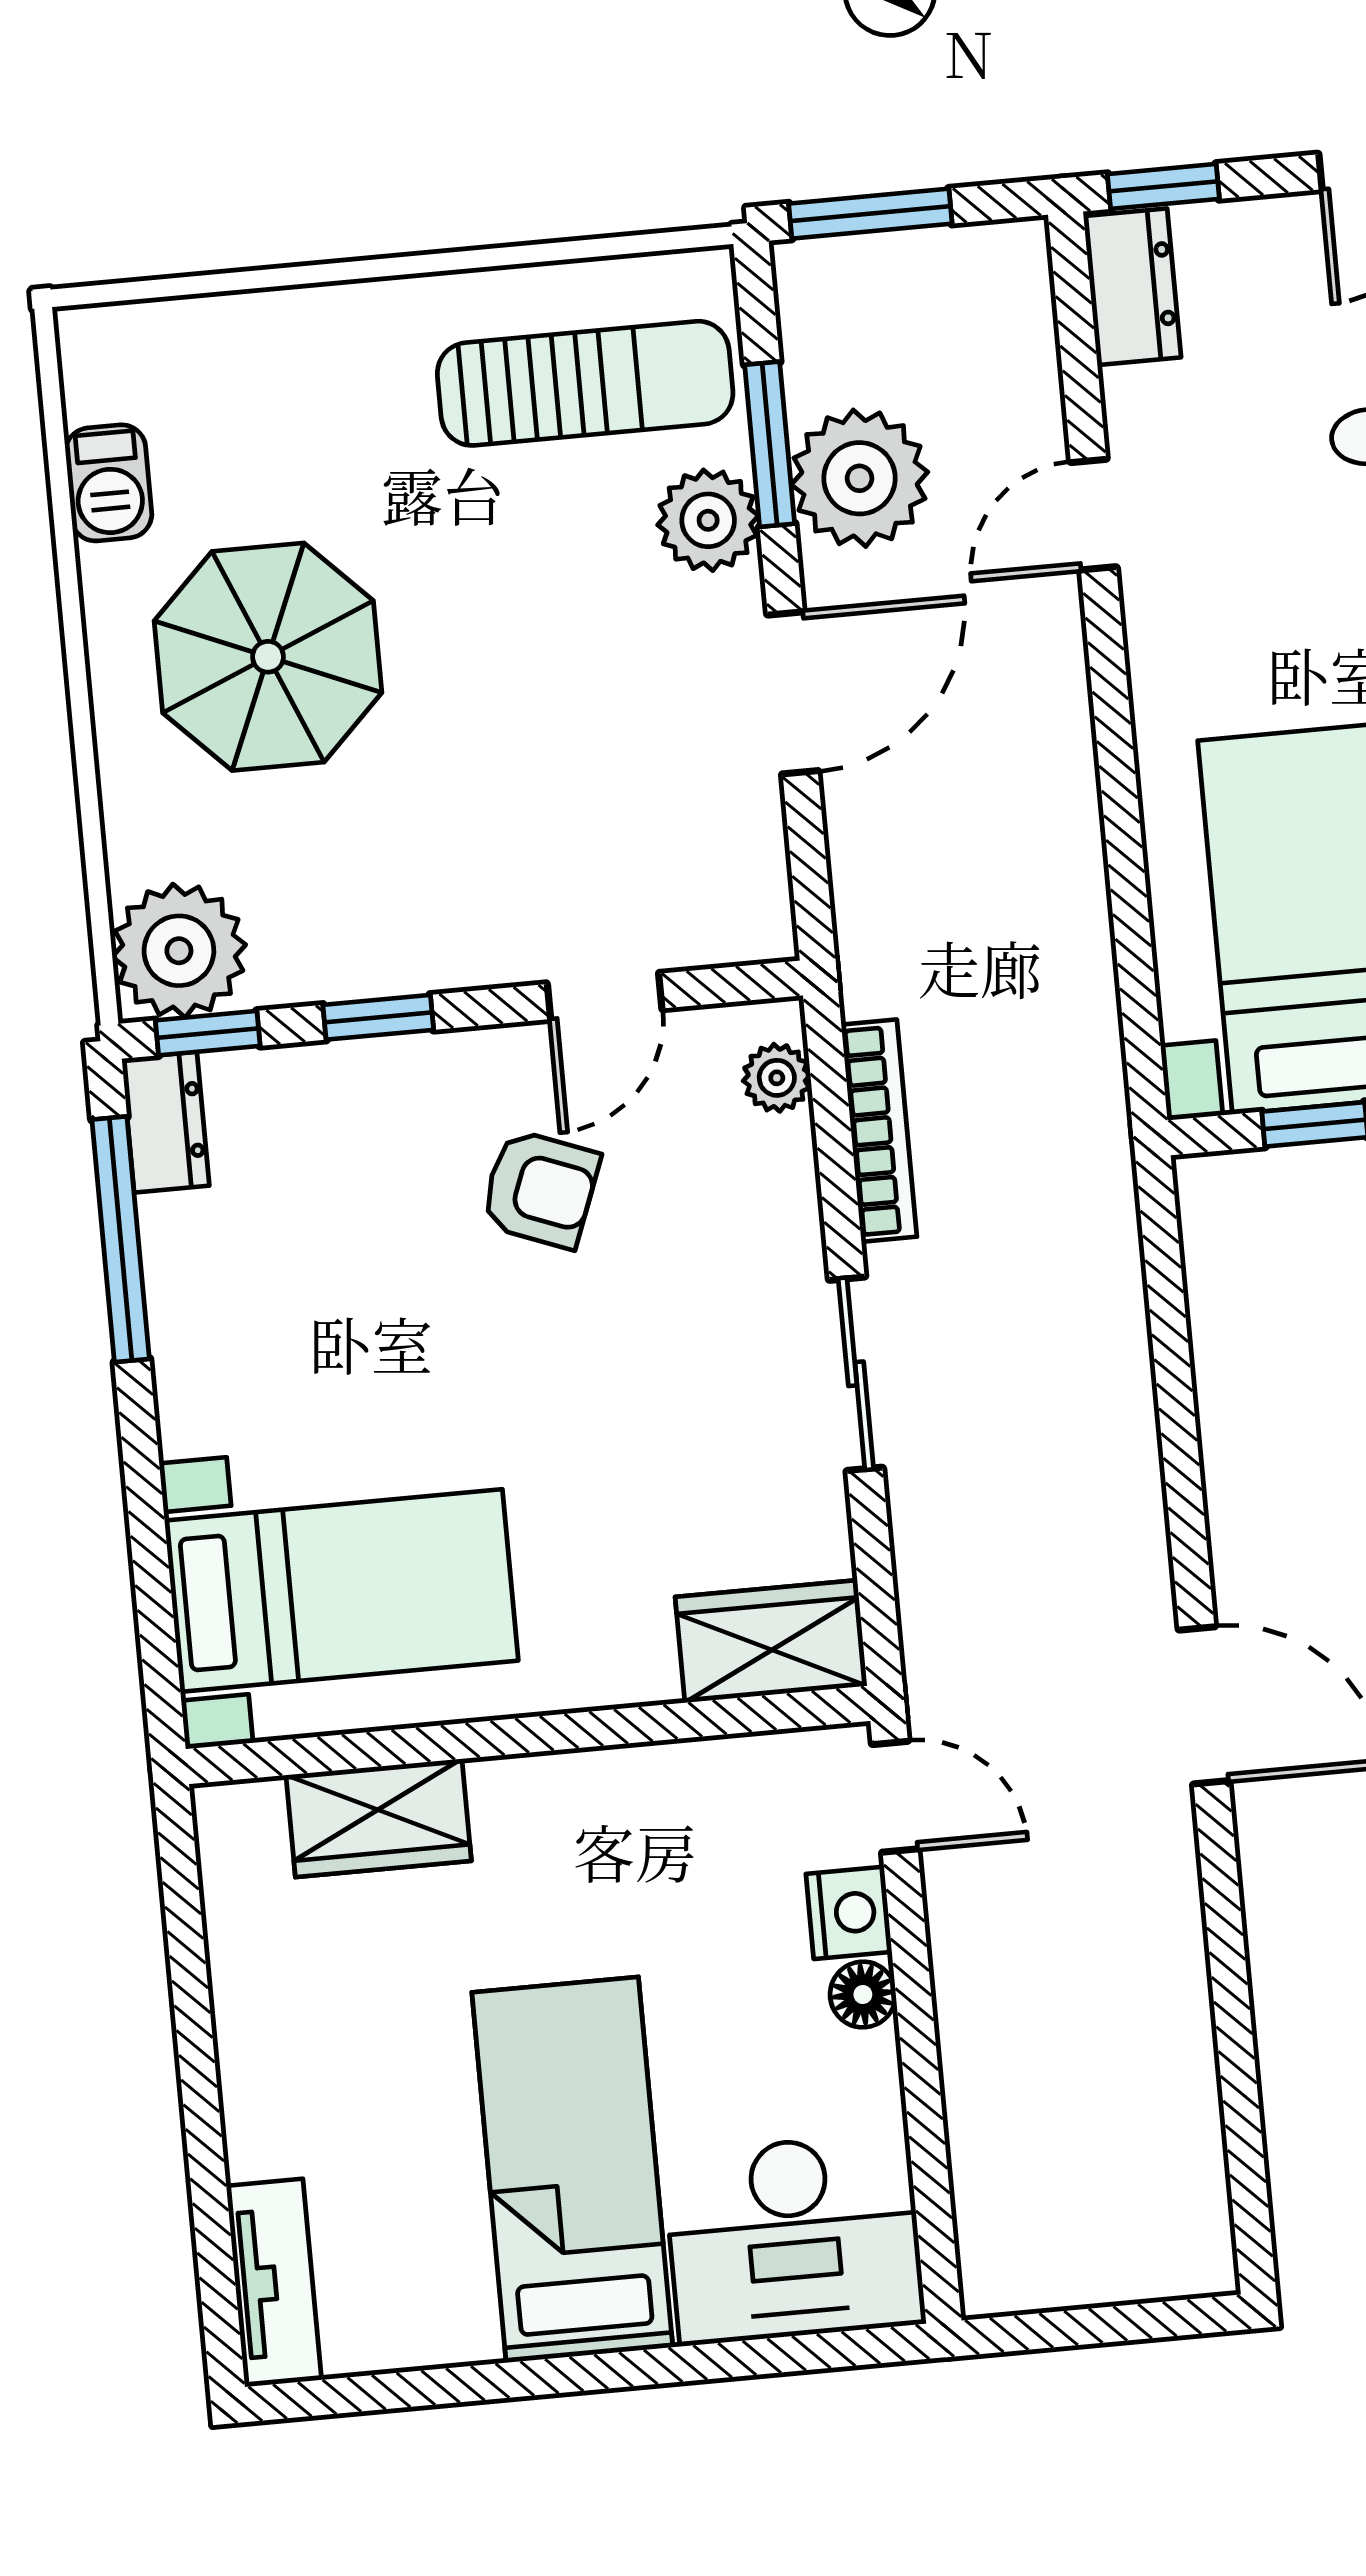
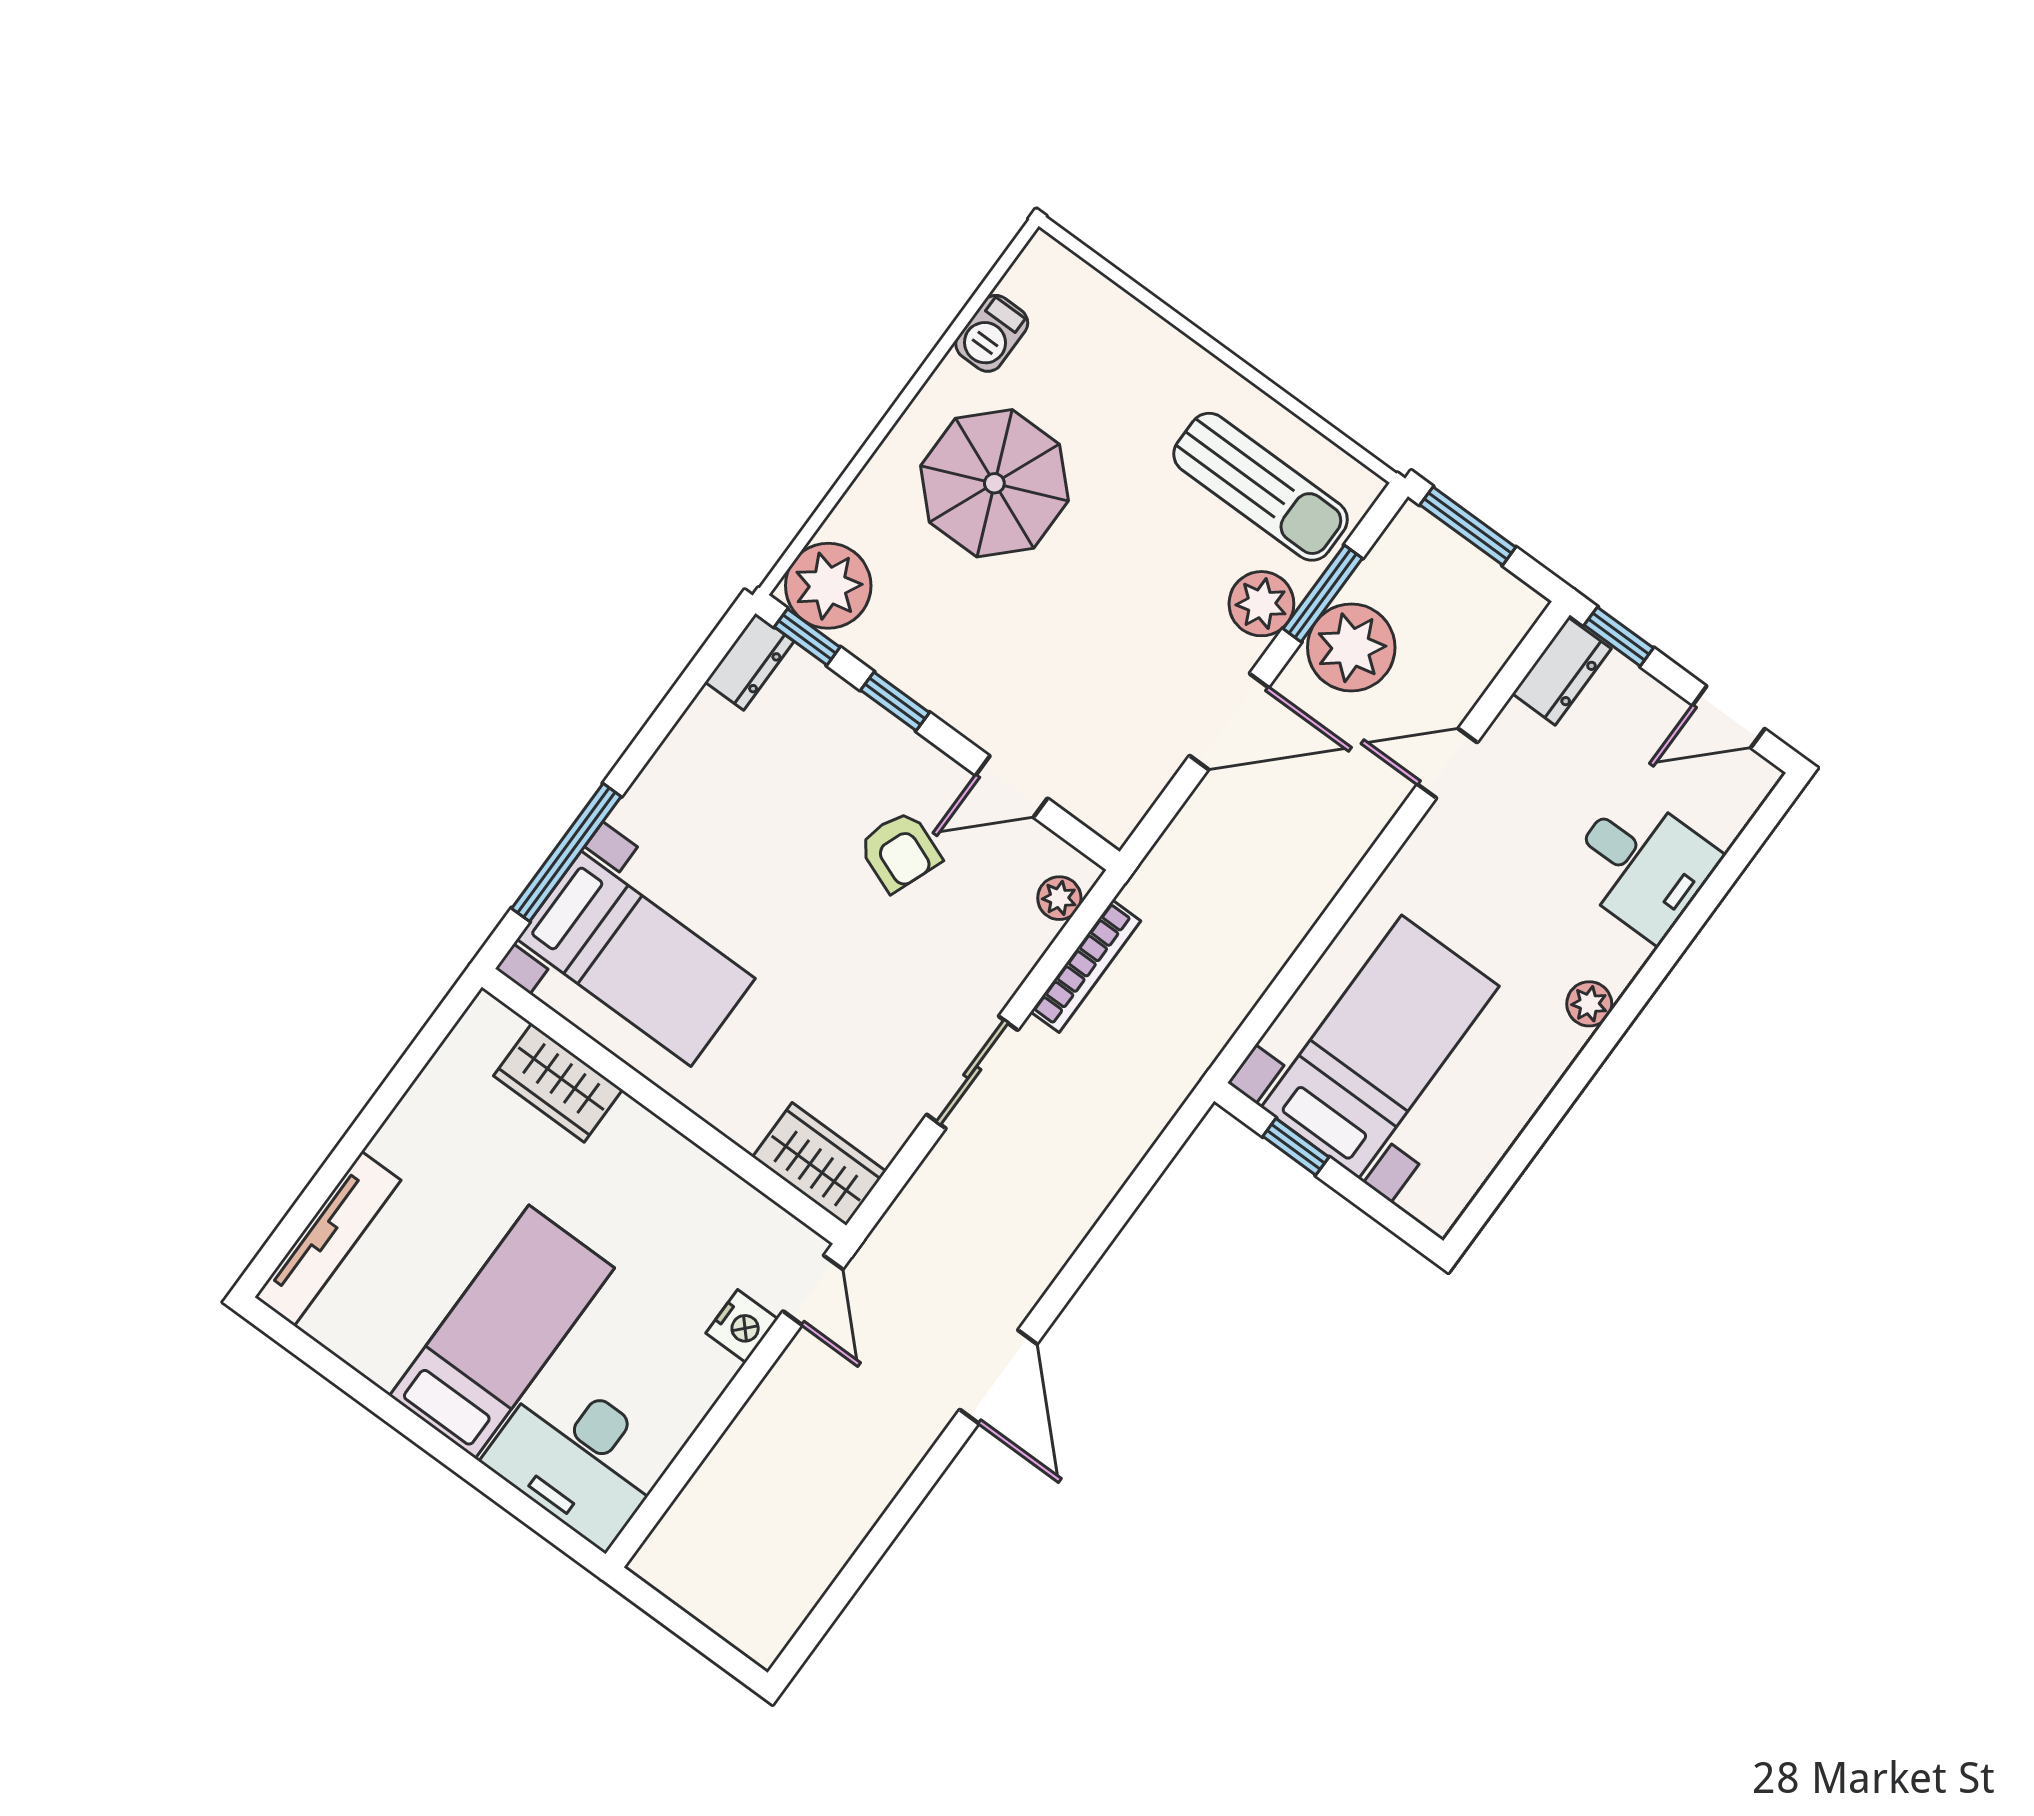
window: (121, 1239) -> (566, 852), moved
floor lamp: (863, 1995) -> (714, 1371), removed
tv unit: (274, 2283) -> (328, 1239), width x1.41

